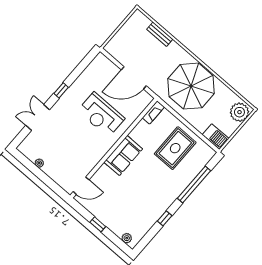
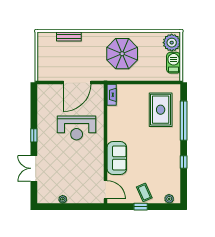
parasol: (191, 86) -> (122, 54), width x0.73, depth x0.73
barbecue: (216, 137) -> (174, 63), moved, turned -90
rug: (175, 148) -> (161, 110), moved
sofa: (123, 156) -> (117, 158), moved
door: (81, 186) -> (106, 190), hinge flipped
coffee table: (111, 215) -> (144, 192), added

